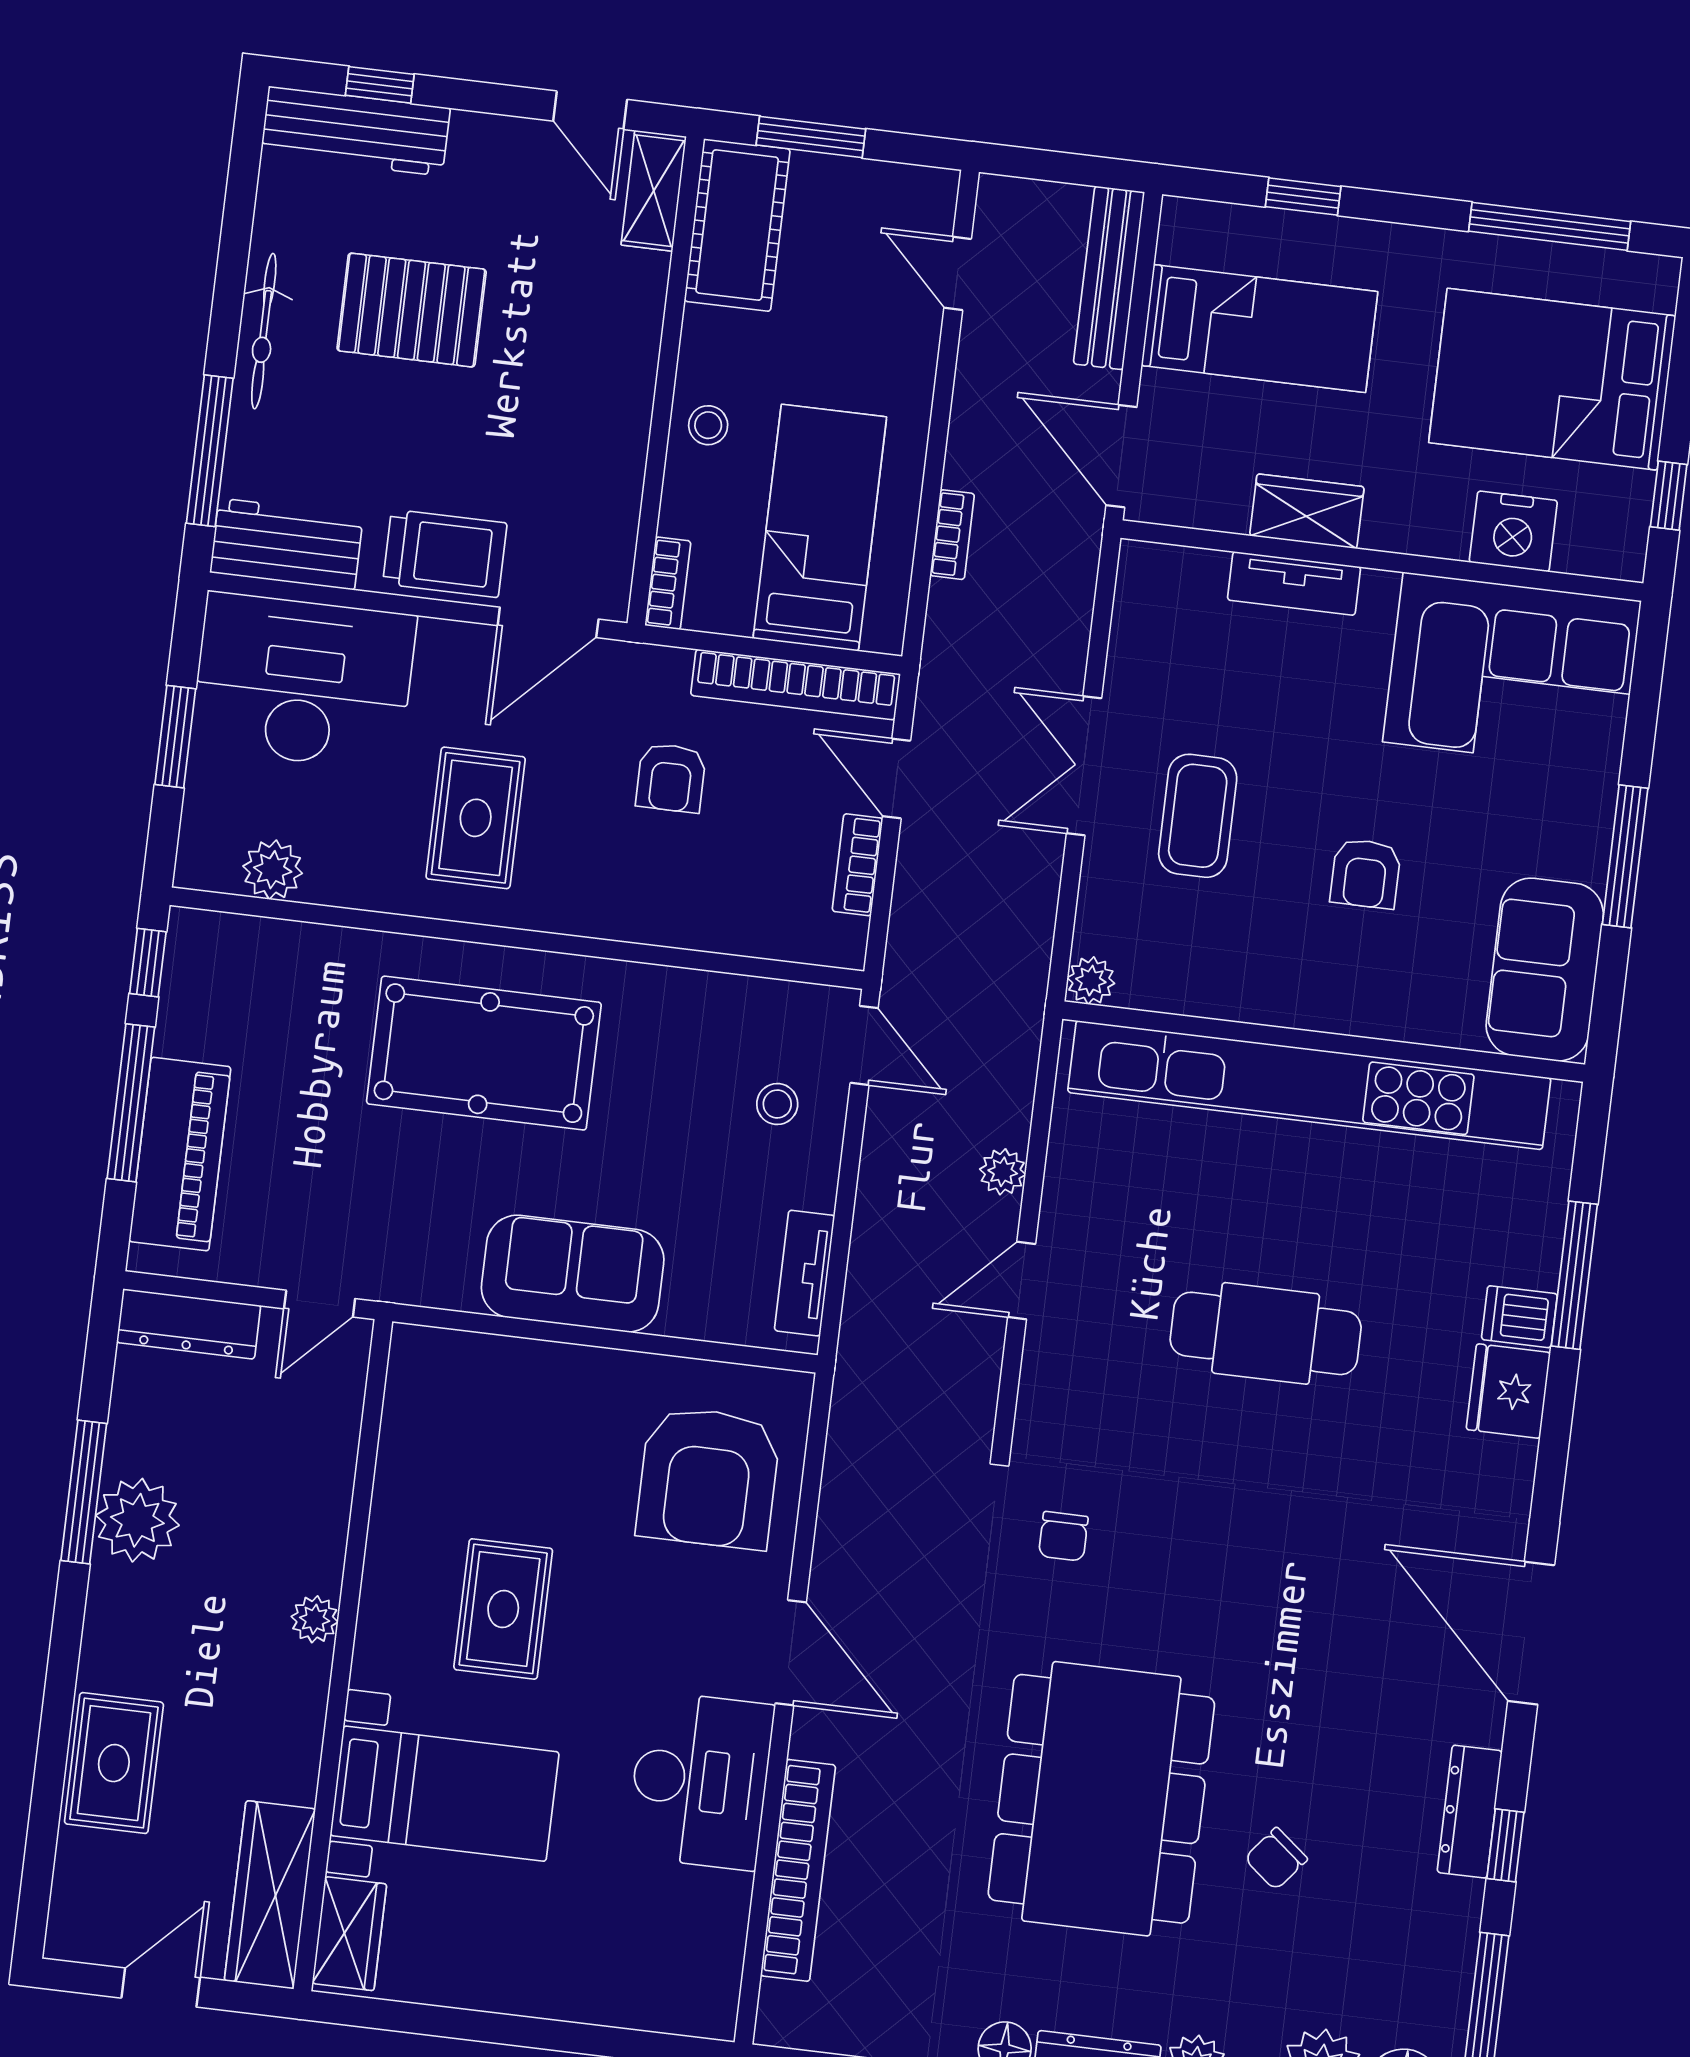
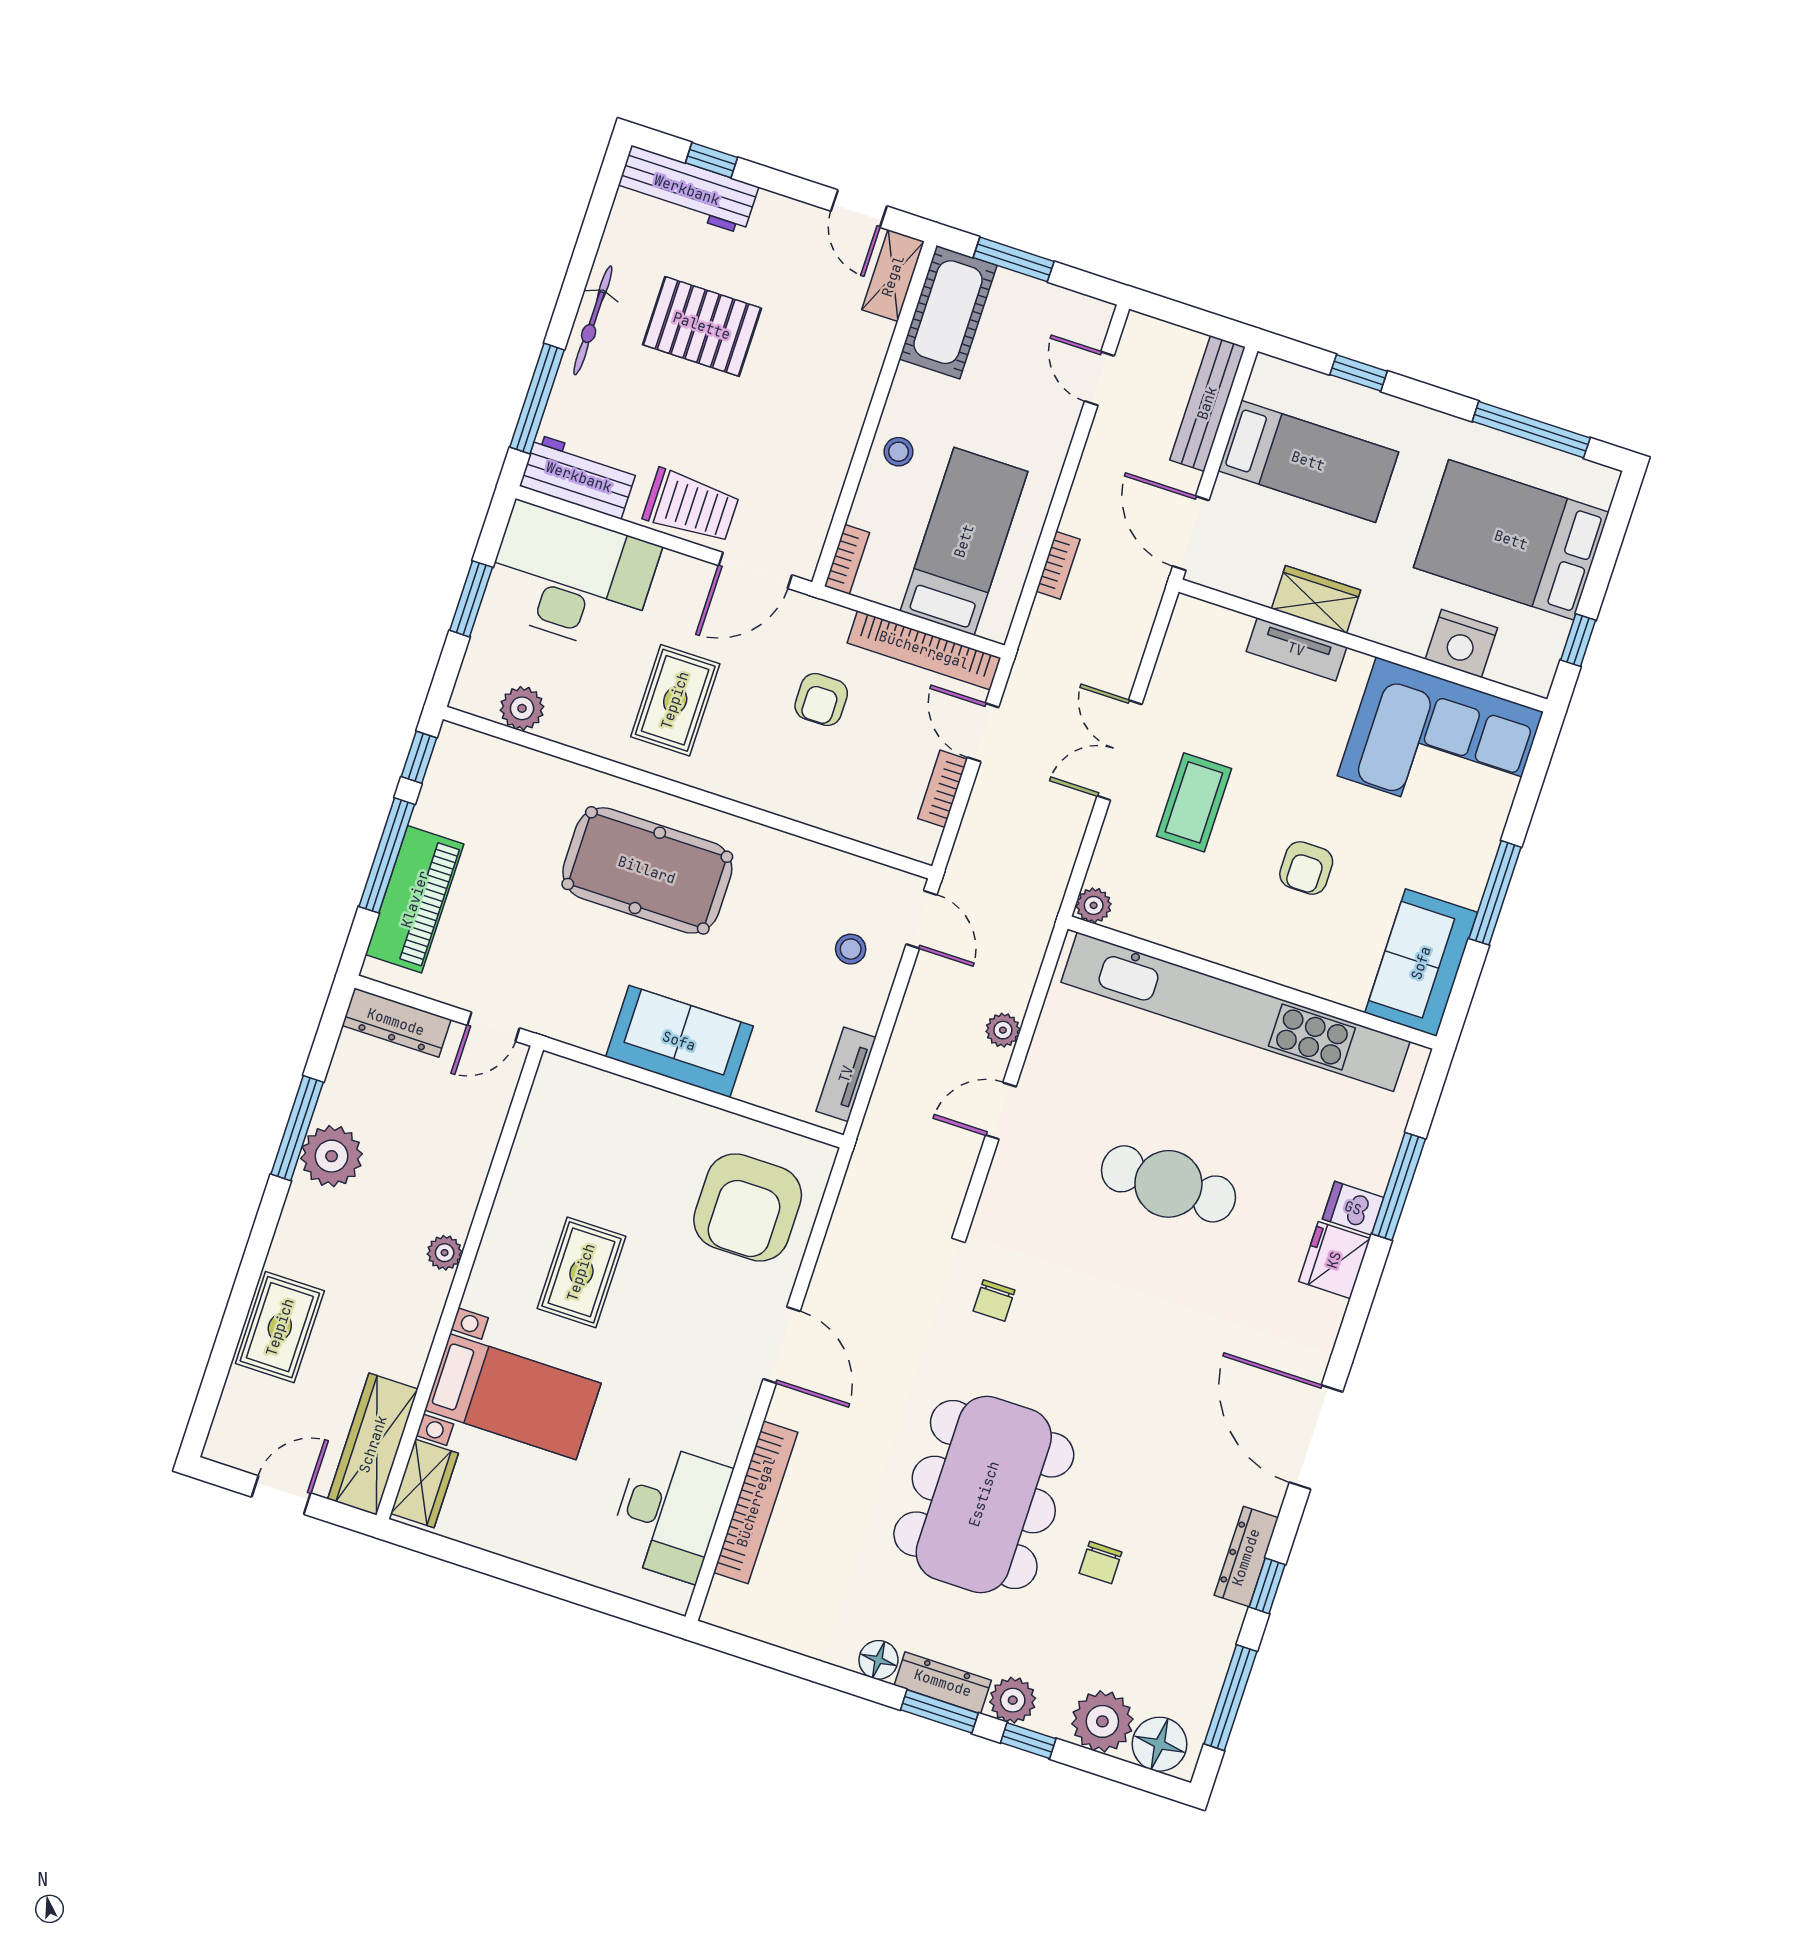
desk: (700, 1781) -> (669, 1512), moved
chair: (1276, 1859) -> (1101, 1563), turned -39

